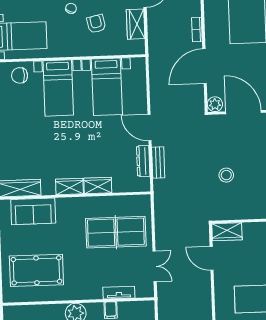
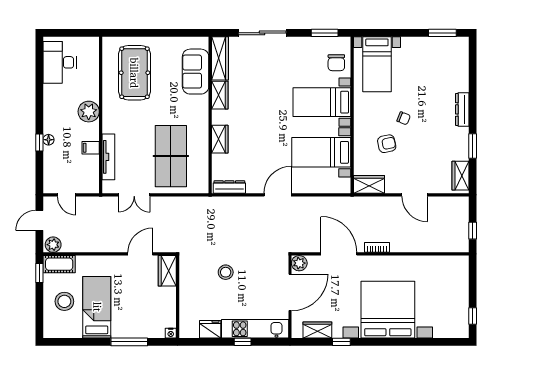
wardrobe: (136, 24) -> (369, 184), moved
chair: (20, 75) -> (336, 63), turned 180
dresser: (143, 161) -> (229, 187), moved
bench: (158, 162) -> (241, 202), removed
wardrobe: (69, 187) -> (220, 95), moved
tv unit: (119, 293) -> (108, 157), width x1.41

